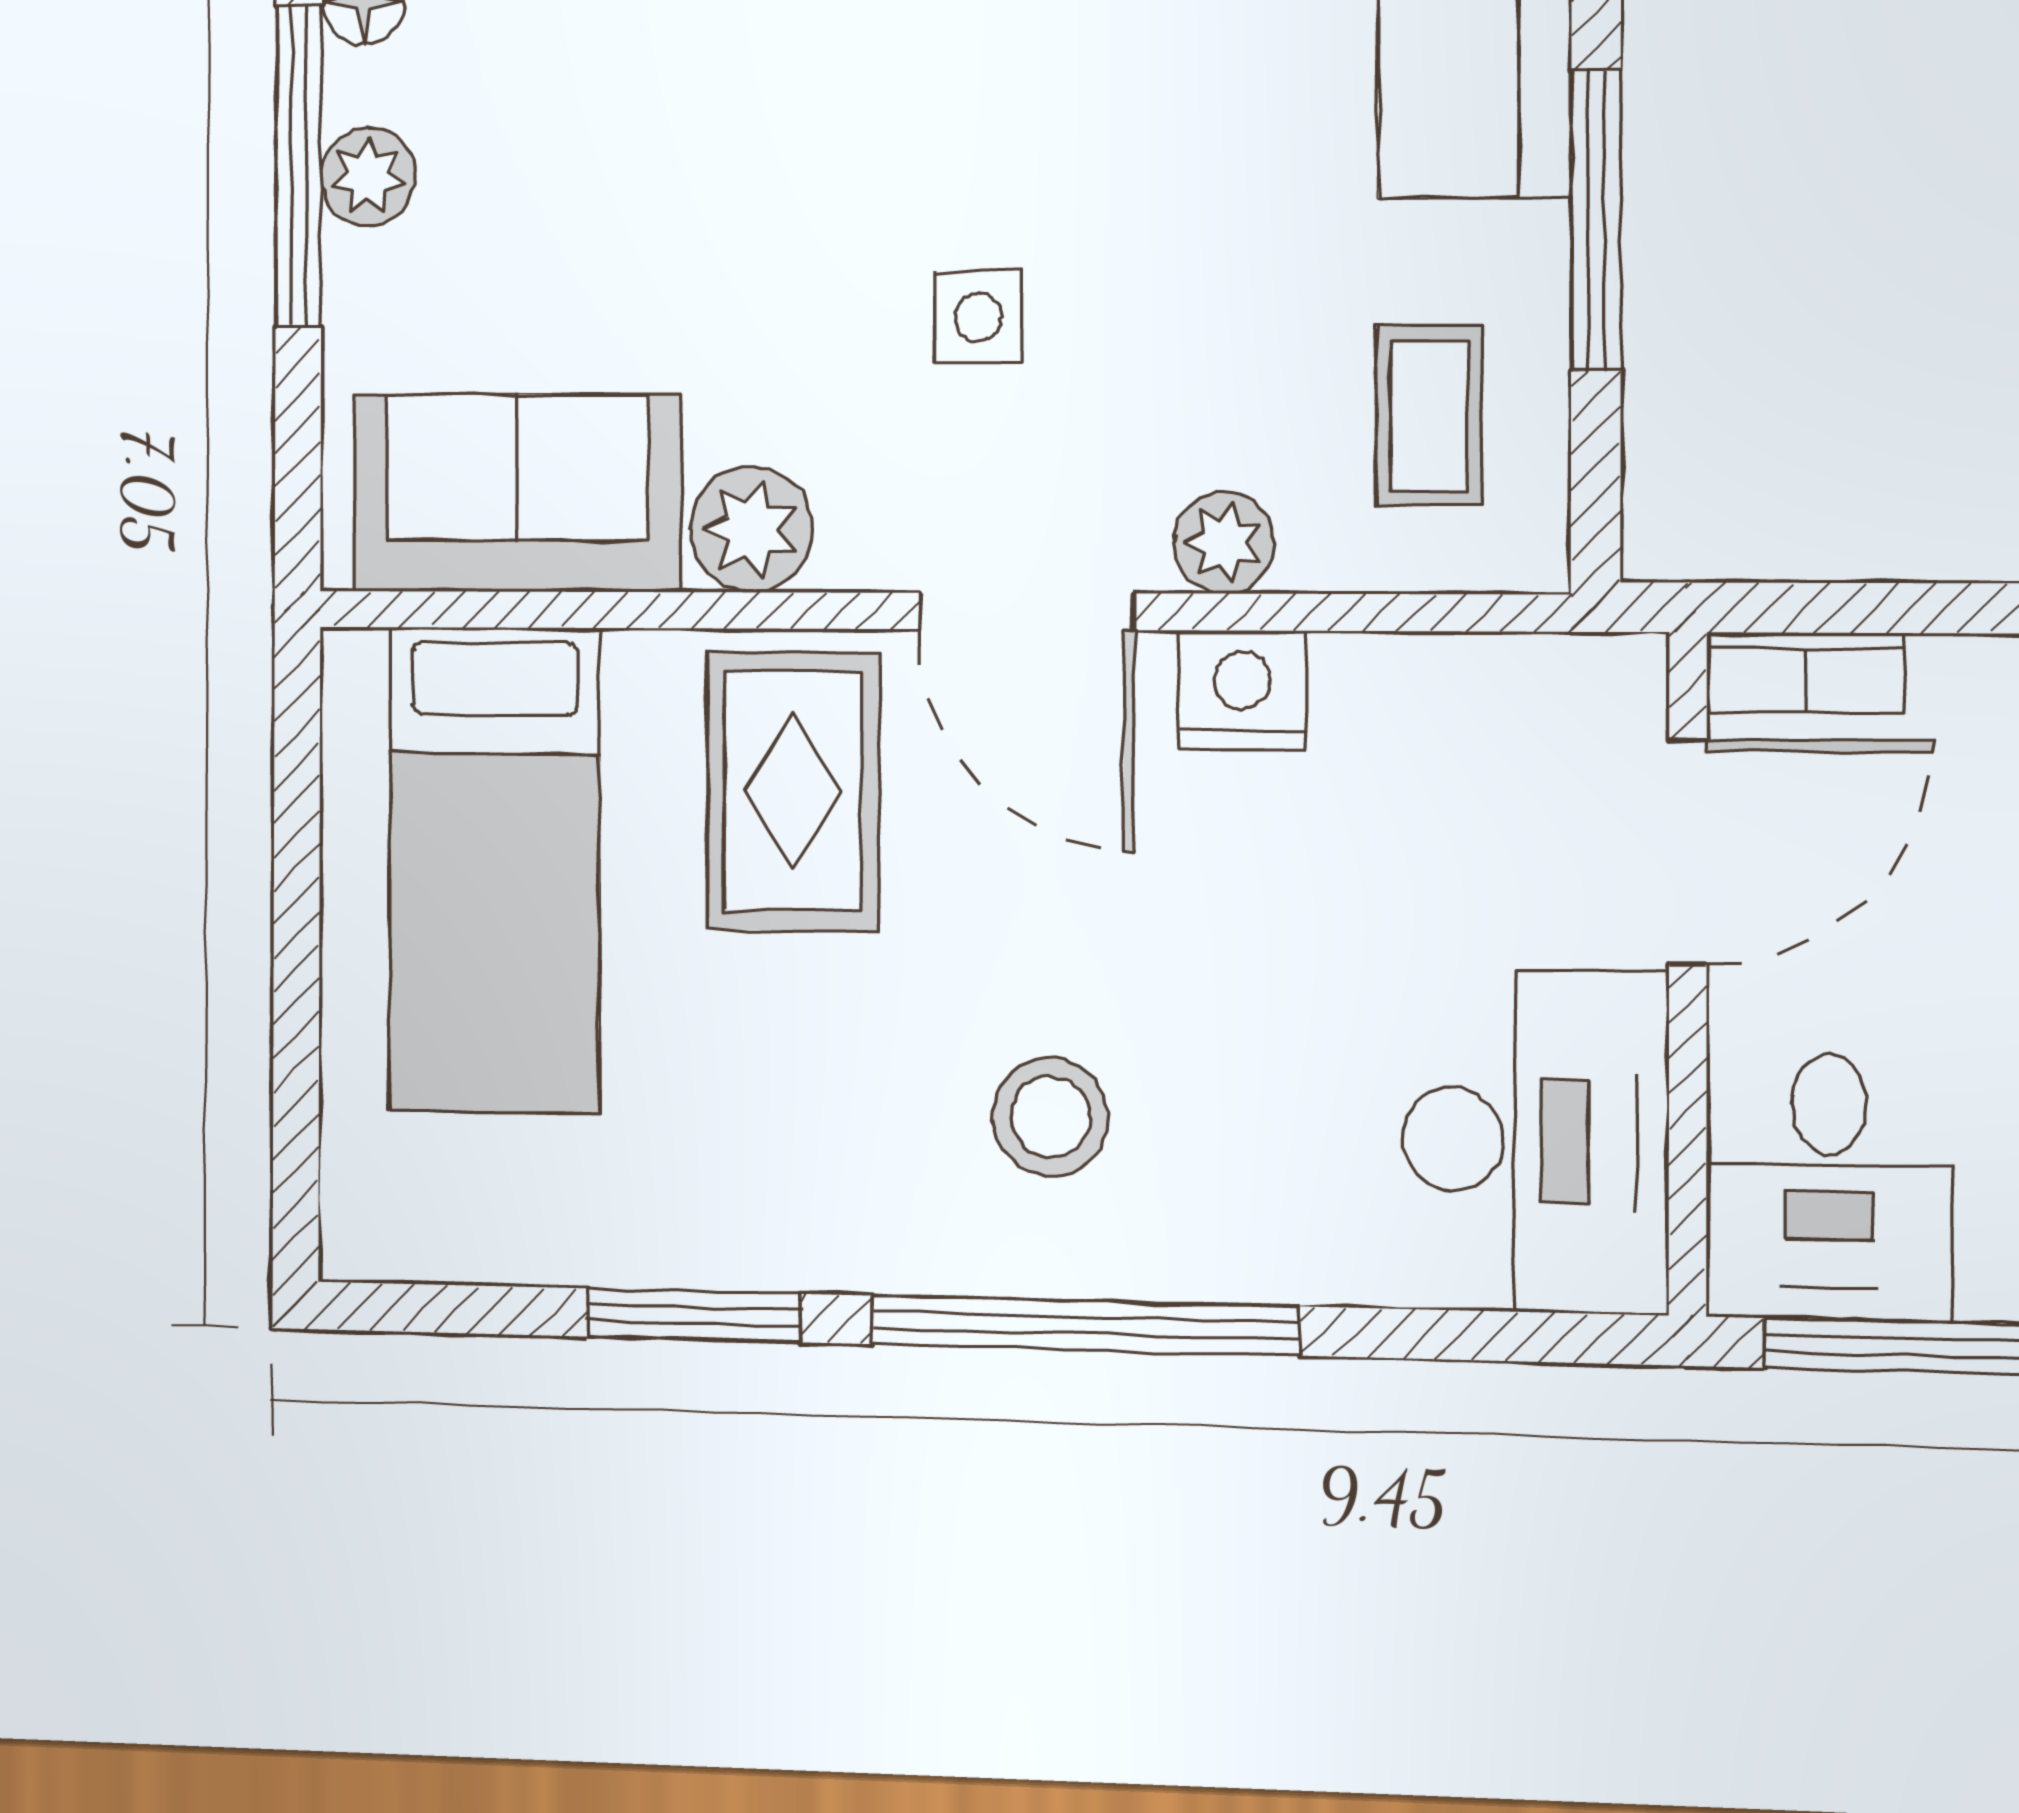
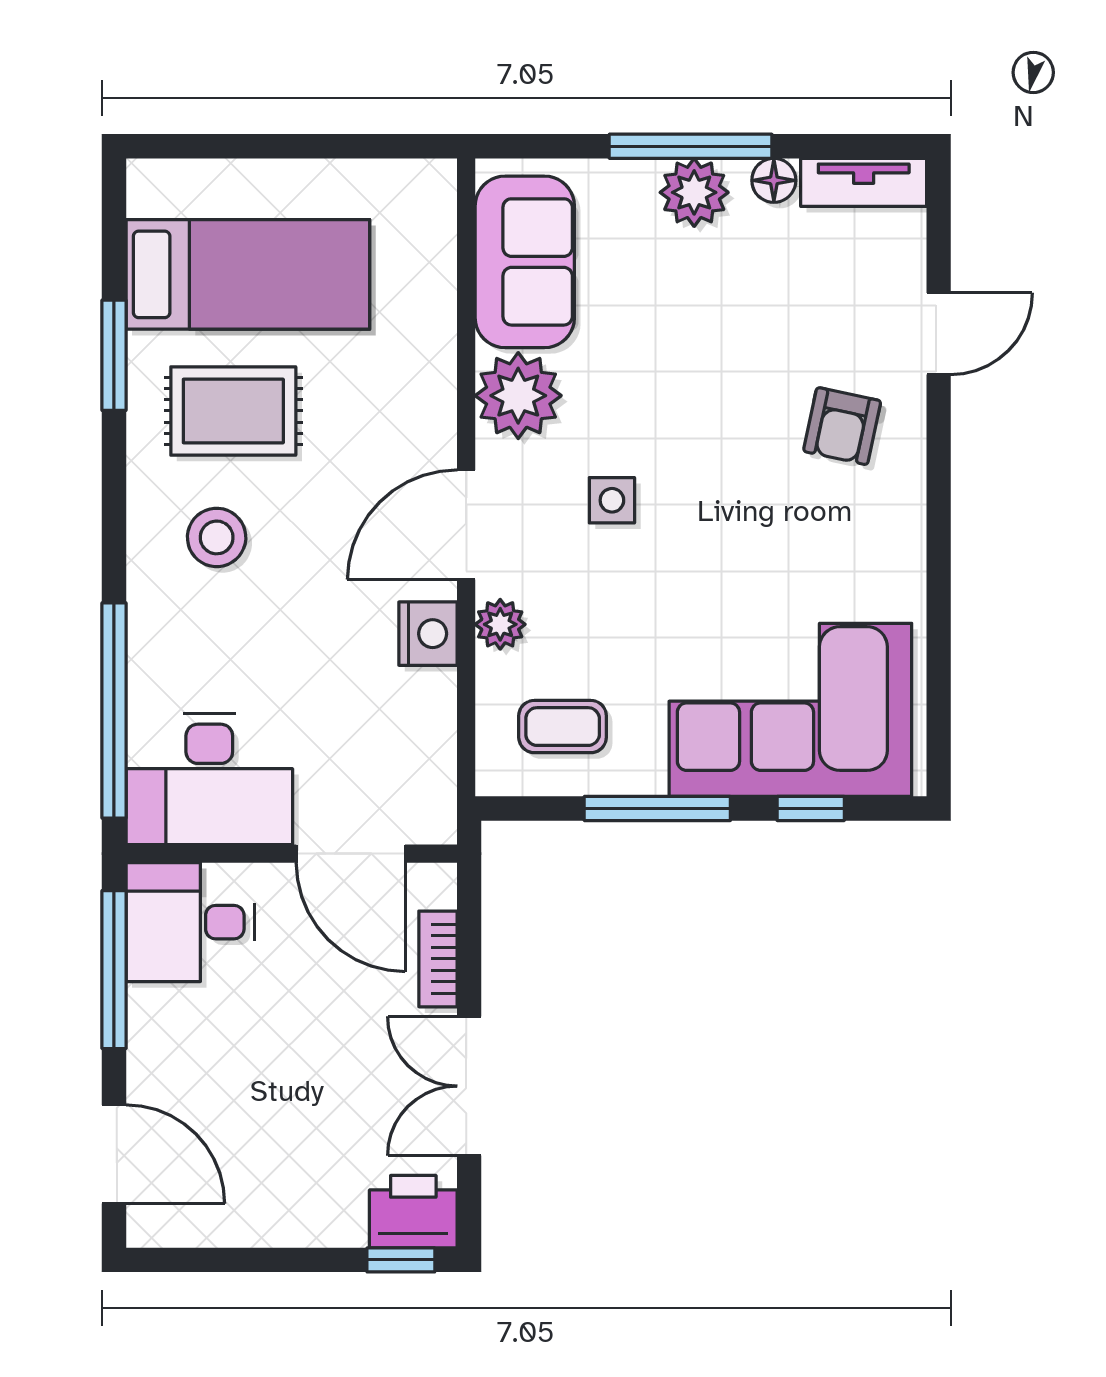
plant: (368, 177) -> (694, 192), width x1.38, depth x1.38
plant: (752, 529) -> (518, 396), width x1.36, depth x1.36
bookcase: (1805, 672) -> (438, 959), moved
rug: (793, 791) -> (233, 411), moved
bed: (494, 870) -> (248, 274), moved, turned 180
window: (1084, 1325) -> (114, 710), moved

